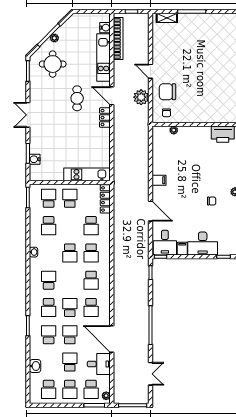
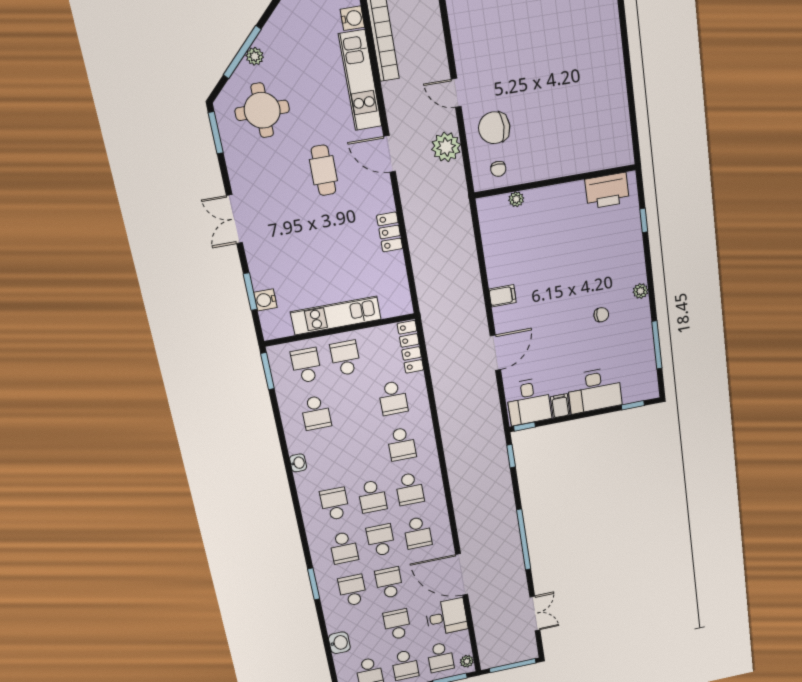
locker: (105, 118) -> (390, 232), moved
kitchen unit: (87, 174) -> (336, 316), moved
door: (151, 211) -> (495, 353), hinge flipped
school desk: (70, 253) -> (372, 496), moved

